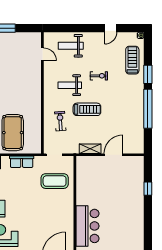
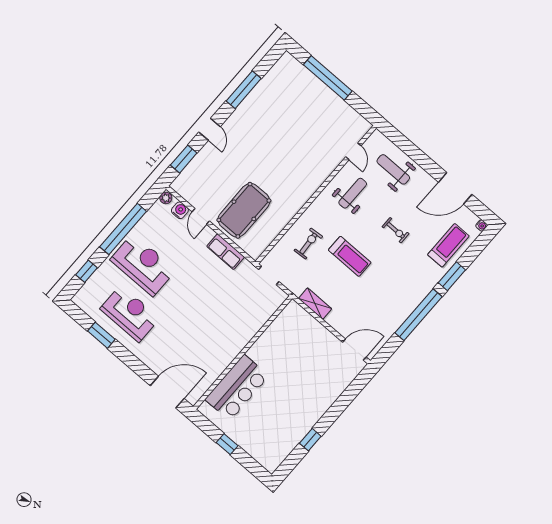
door: (111, 28) -> (455, 188), width x1.88
weight bench: (70, 85) -> (353, 193), moved, turned 90
door: (114, 155) -> (354, 350), moved
coffee table: (55, 181) -> (244, 305), removed
window: (148, 189) -> (310, 440), moved

